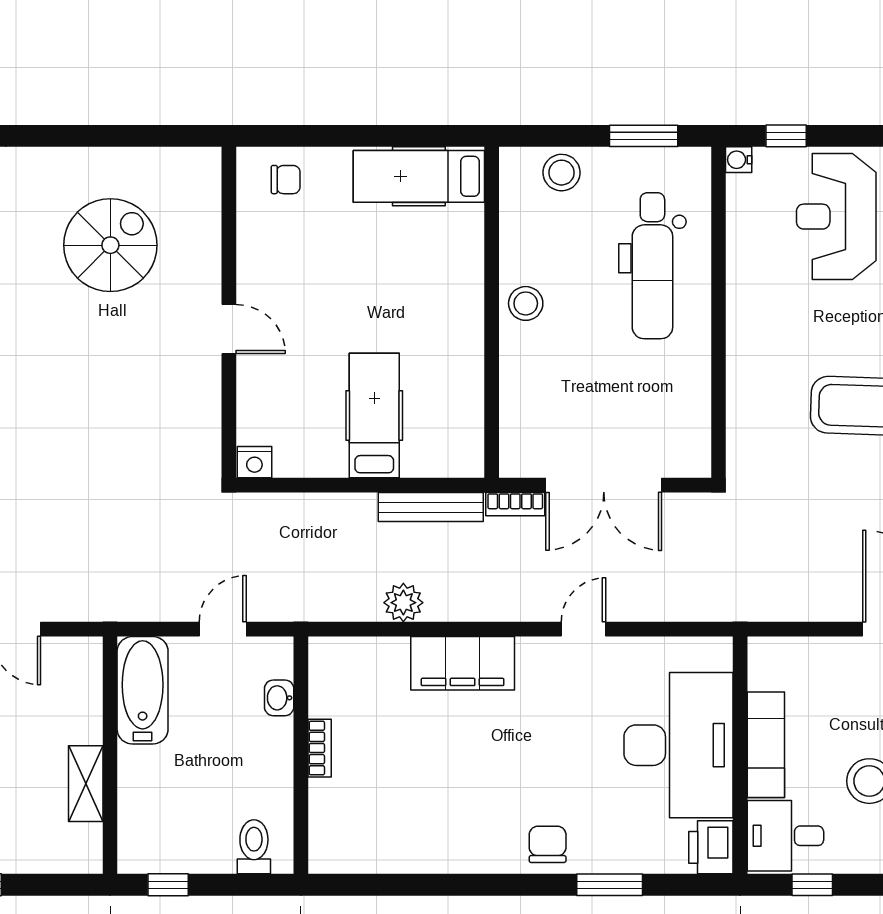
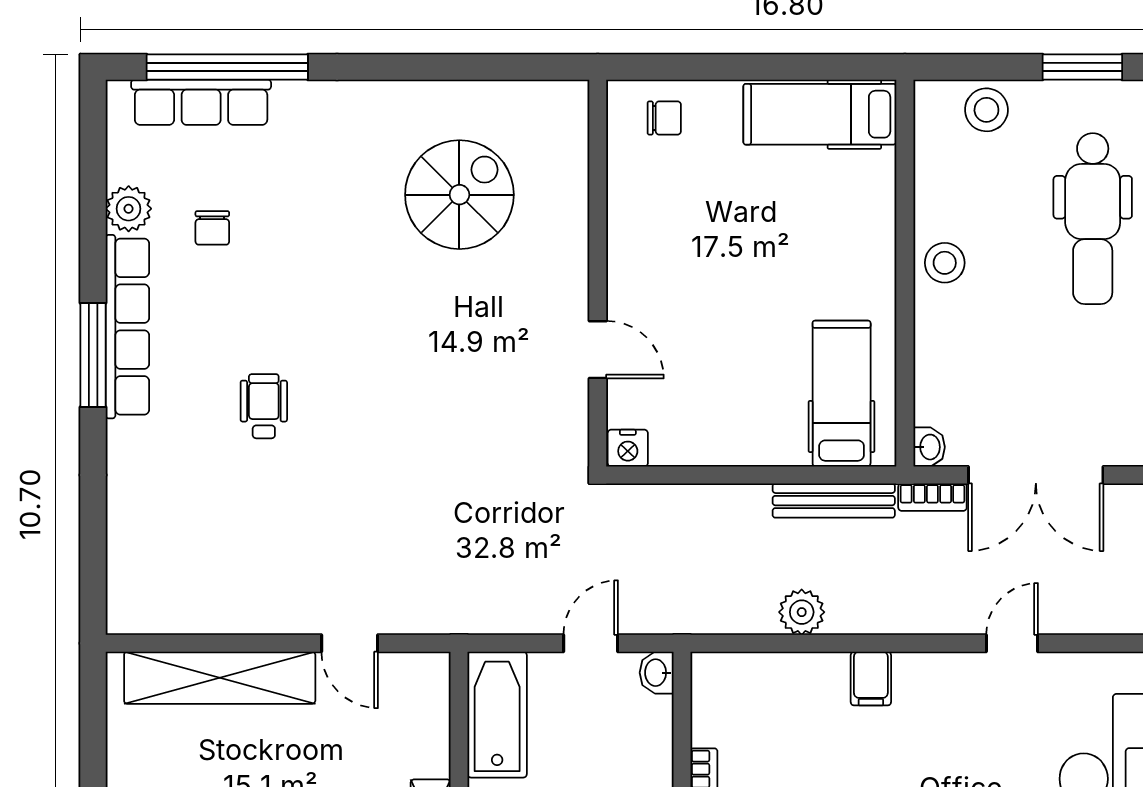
door: (229, 329) -> (598, 350), moved
hospital bed: (374, 415) -> (842, 394), moved
washbasin: (512, 461) -> (929, 447), added
filing cabinet: (463, 663) -> (871, 679), width x0.33, depth x0.86
washbasin: (279, 698) -> (657, 673), moved

